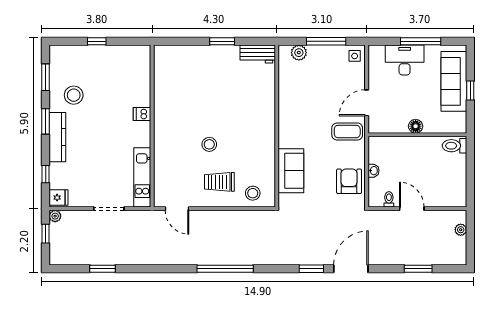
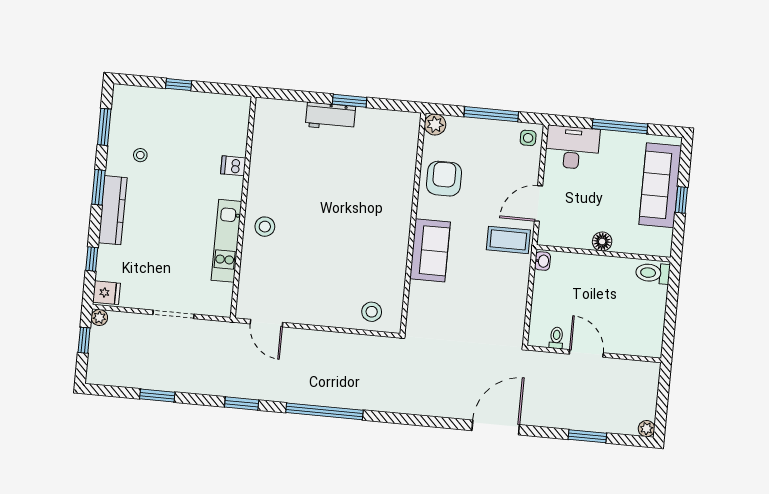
plant: (299, 53) -> (435, 125), moved
workbench: (258, 54) -> (330, 116), moved
desk: (405, 60) -> (572, 148), moved
stool: (74, 95) -> (140, 155), width x0.53, depth x0.53
dishwasher: (142, 114) -> (233, 166), moved
stool: (209, 144) -> (265, 227), moved
sofa: (291, 171) -> (430, 250), moved
washbasin: (374, 171) -> (542, 261), moved
kitchen unit: (142, 177) -> (226, 241), moved
armchair: (349, 181) -> (444, 179), moved
trolley: (219, 182) -> (328, 292), removed
plant: (461, 230) -> (647, 429), moved
window: (311, 269) -> (242, 404), moved

